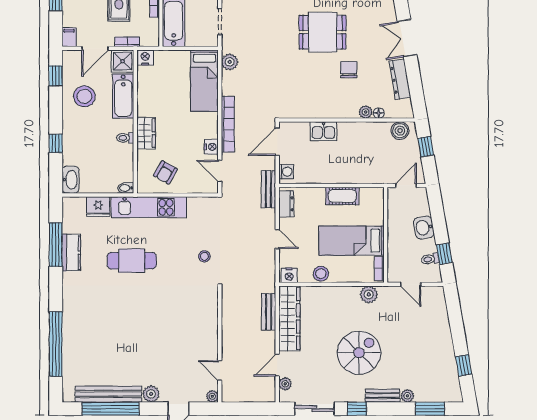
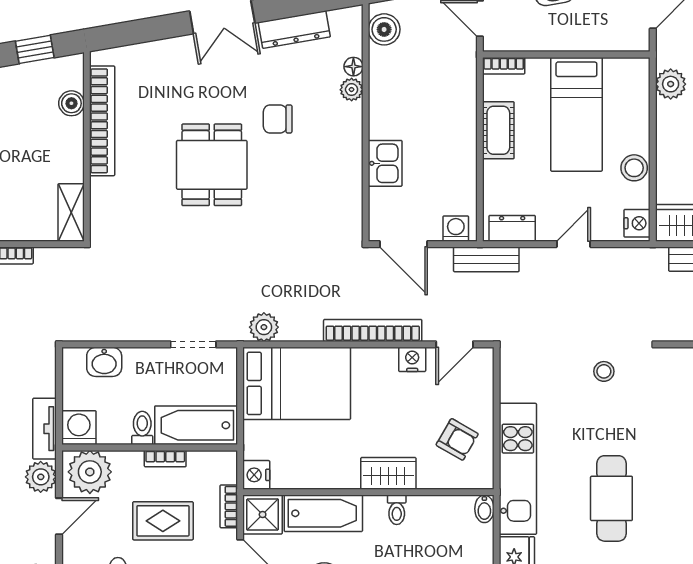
bed: (204, 81) -> (297, 383), width x1.50
bookcase: (379, 269) -> (504, 66), moved

